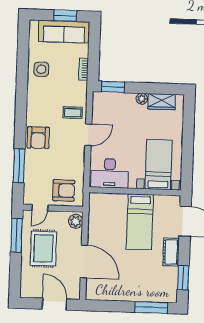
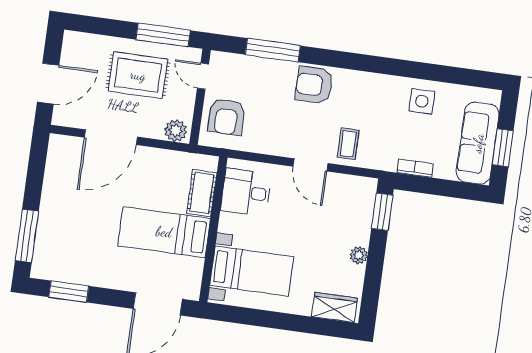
wardrobe: (162, 102) -> (335, 307), moved, turned 90
desk: (110, 173) -> (246, 192), width x0.73
cot: (171, 252) -> (202, 193), moved, turned 90

